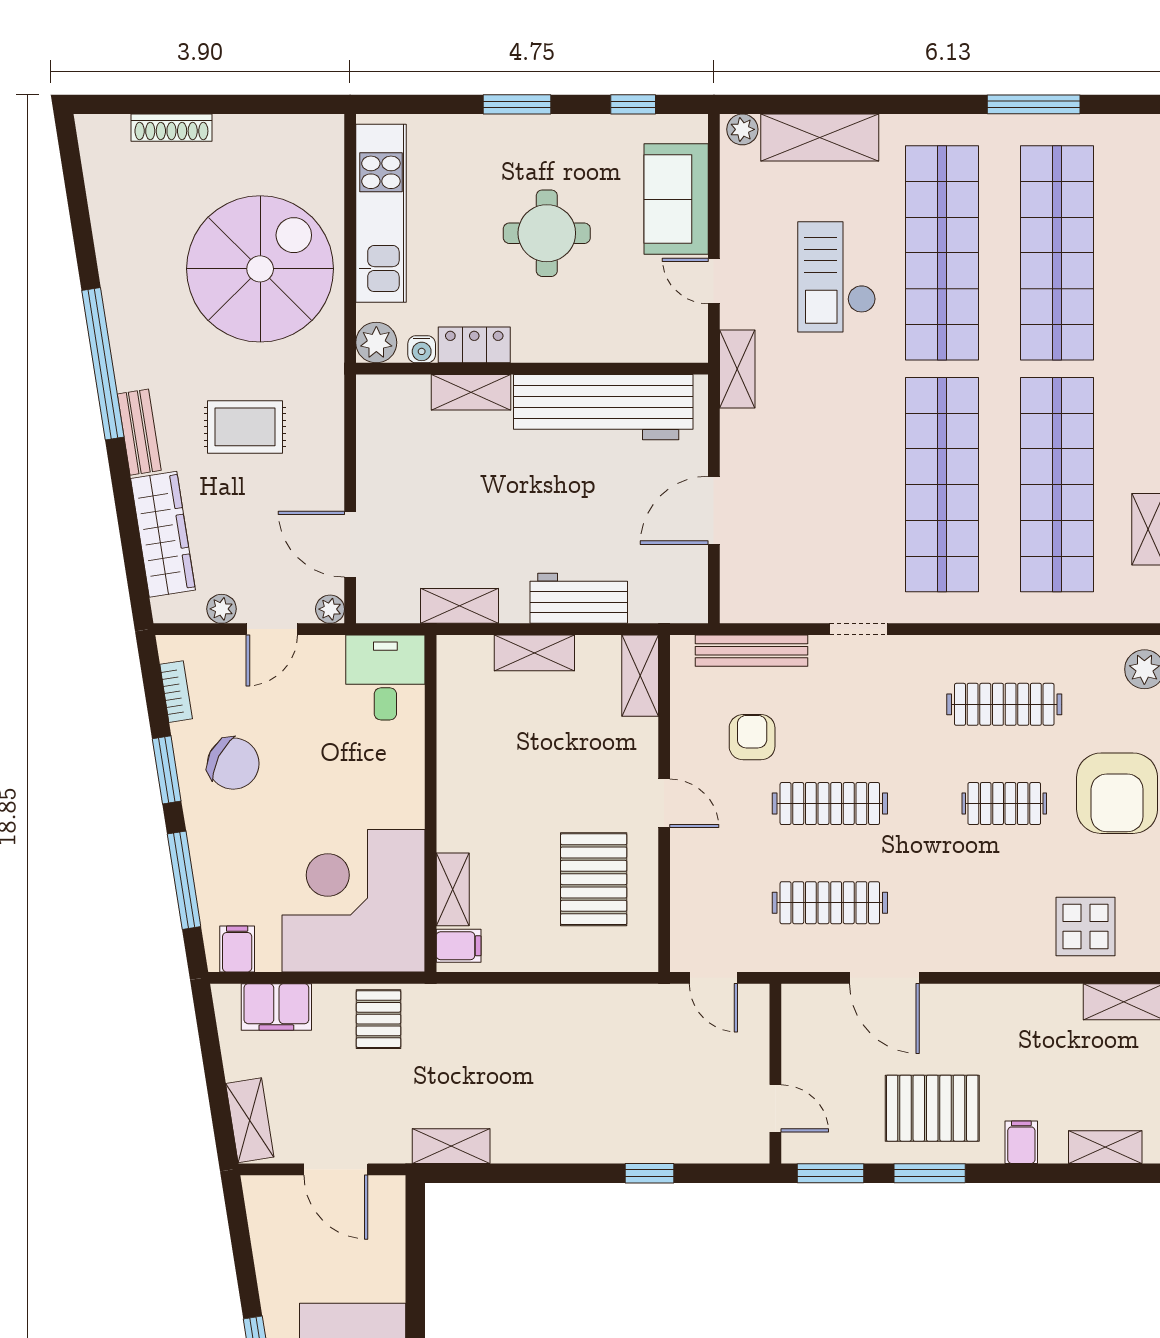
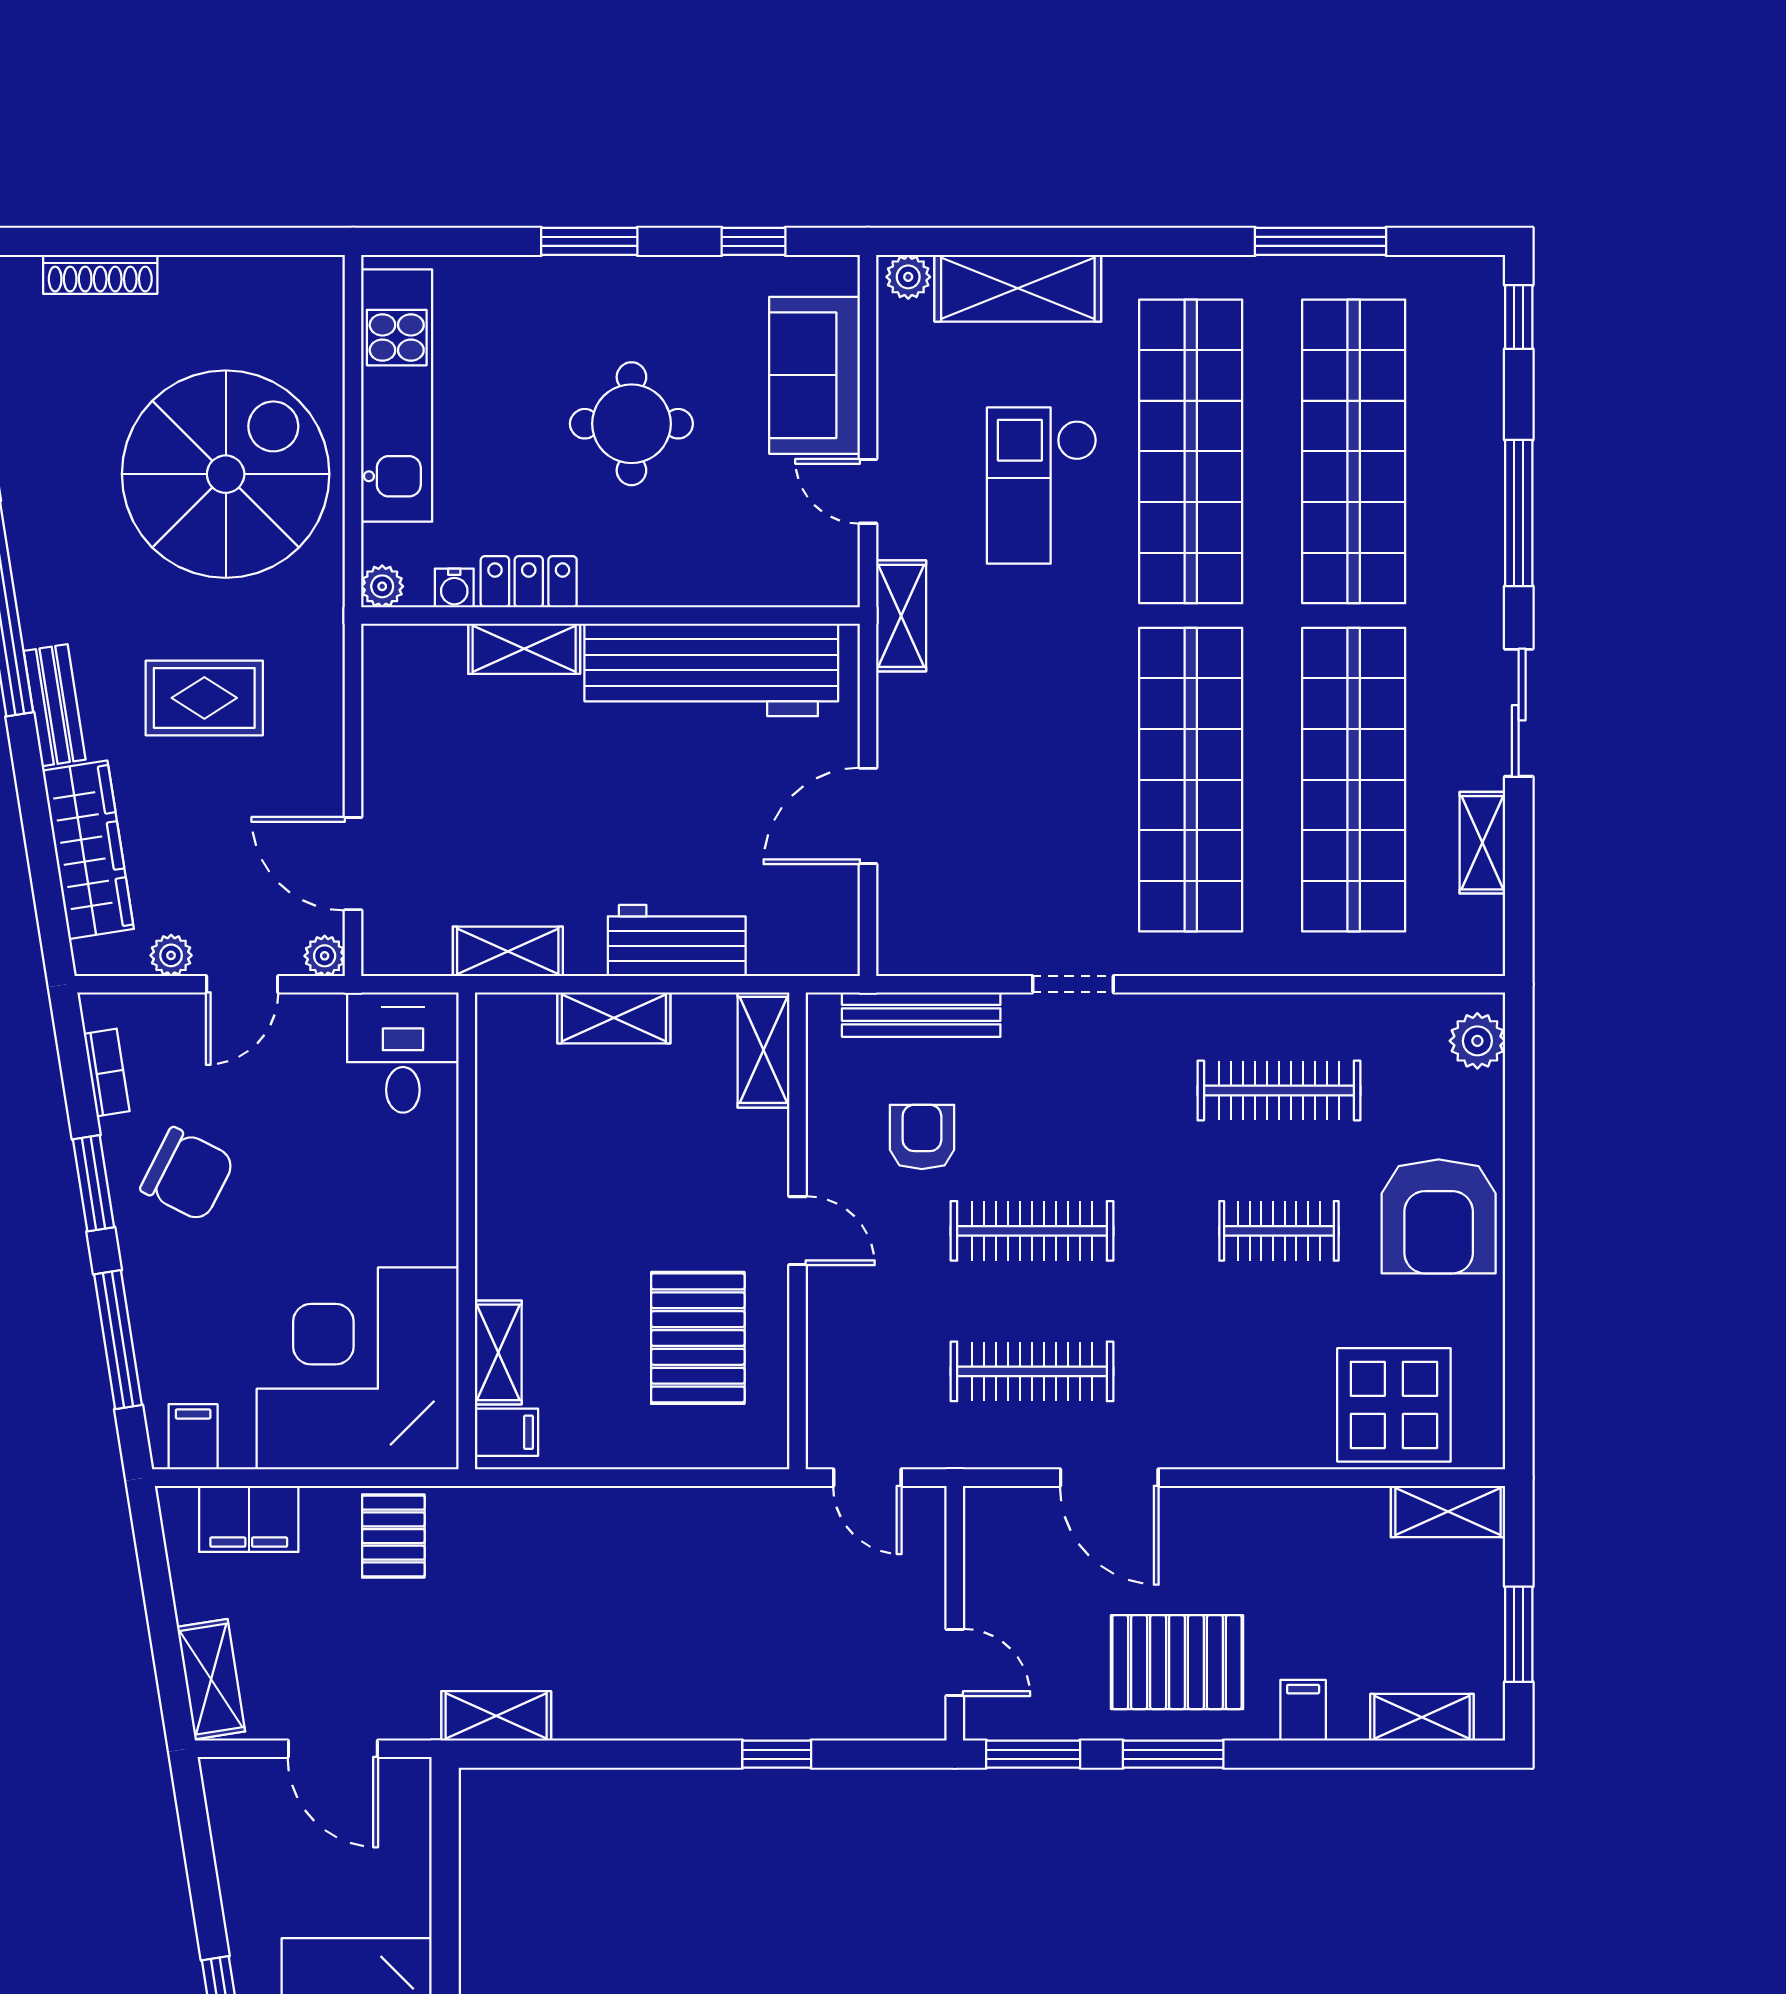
plant: (376, 343) -> (382, 586), width x0.73, depth x0.73
display table: (1085, 926) -> (1394, 1405), width x1.36, depth x1.36

